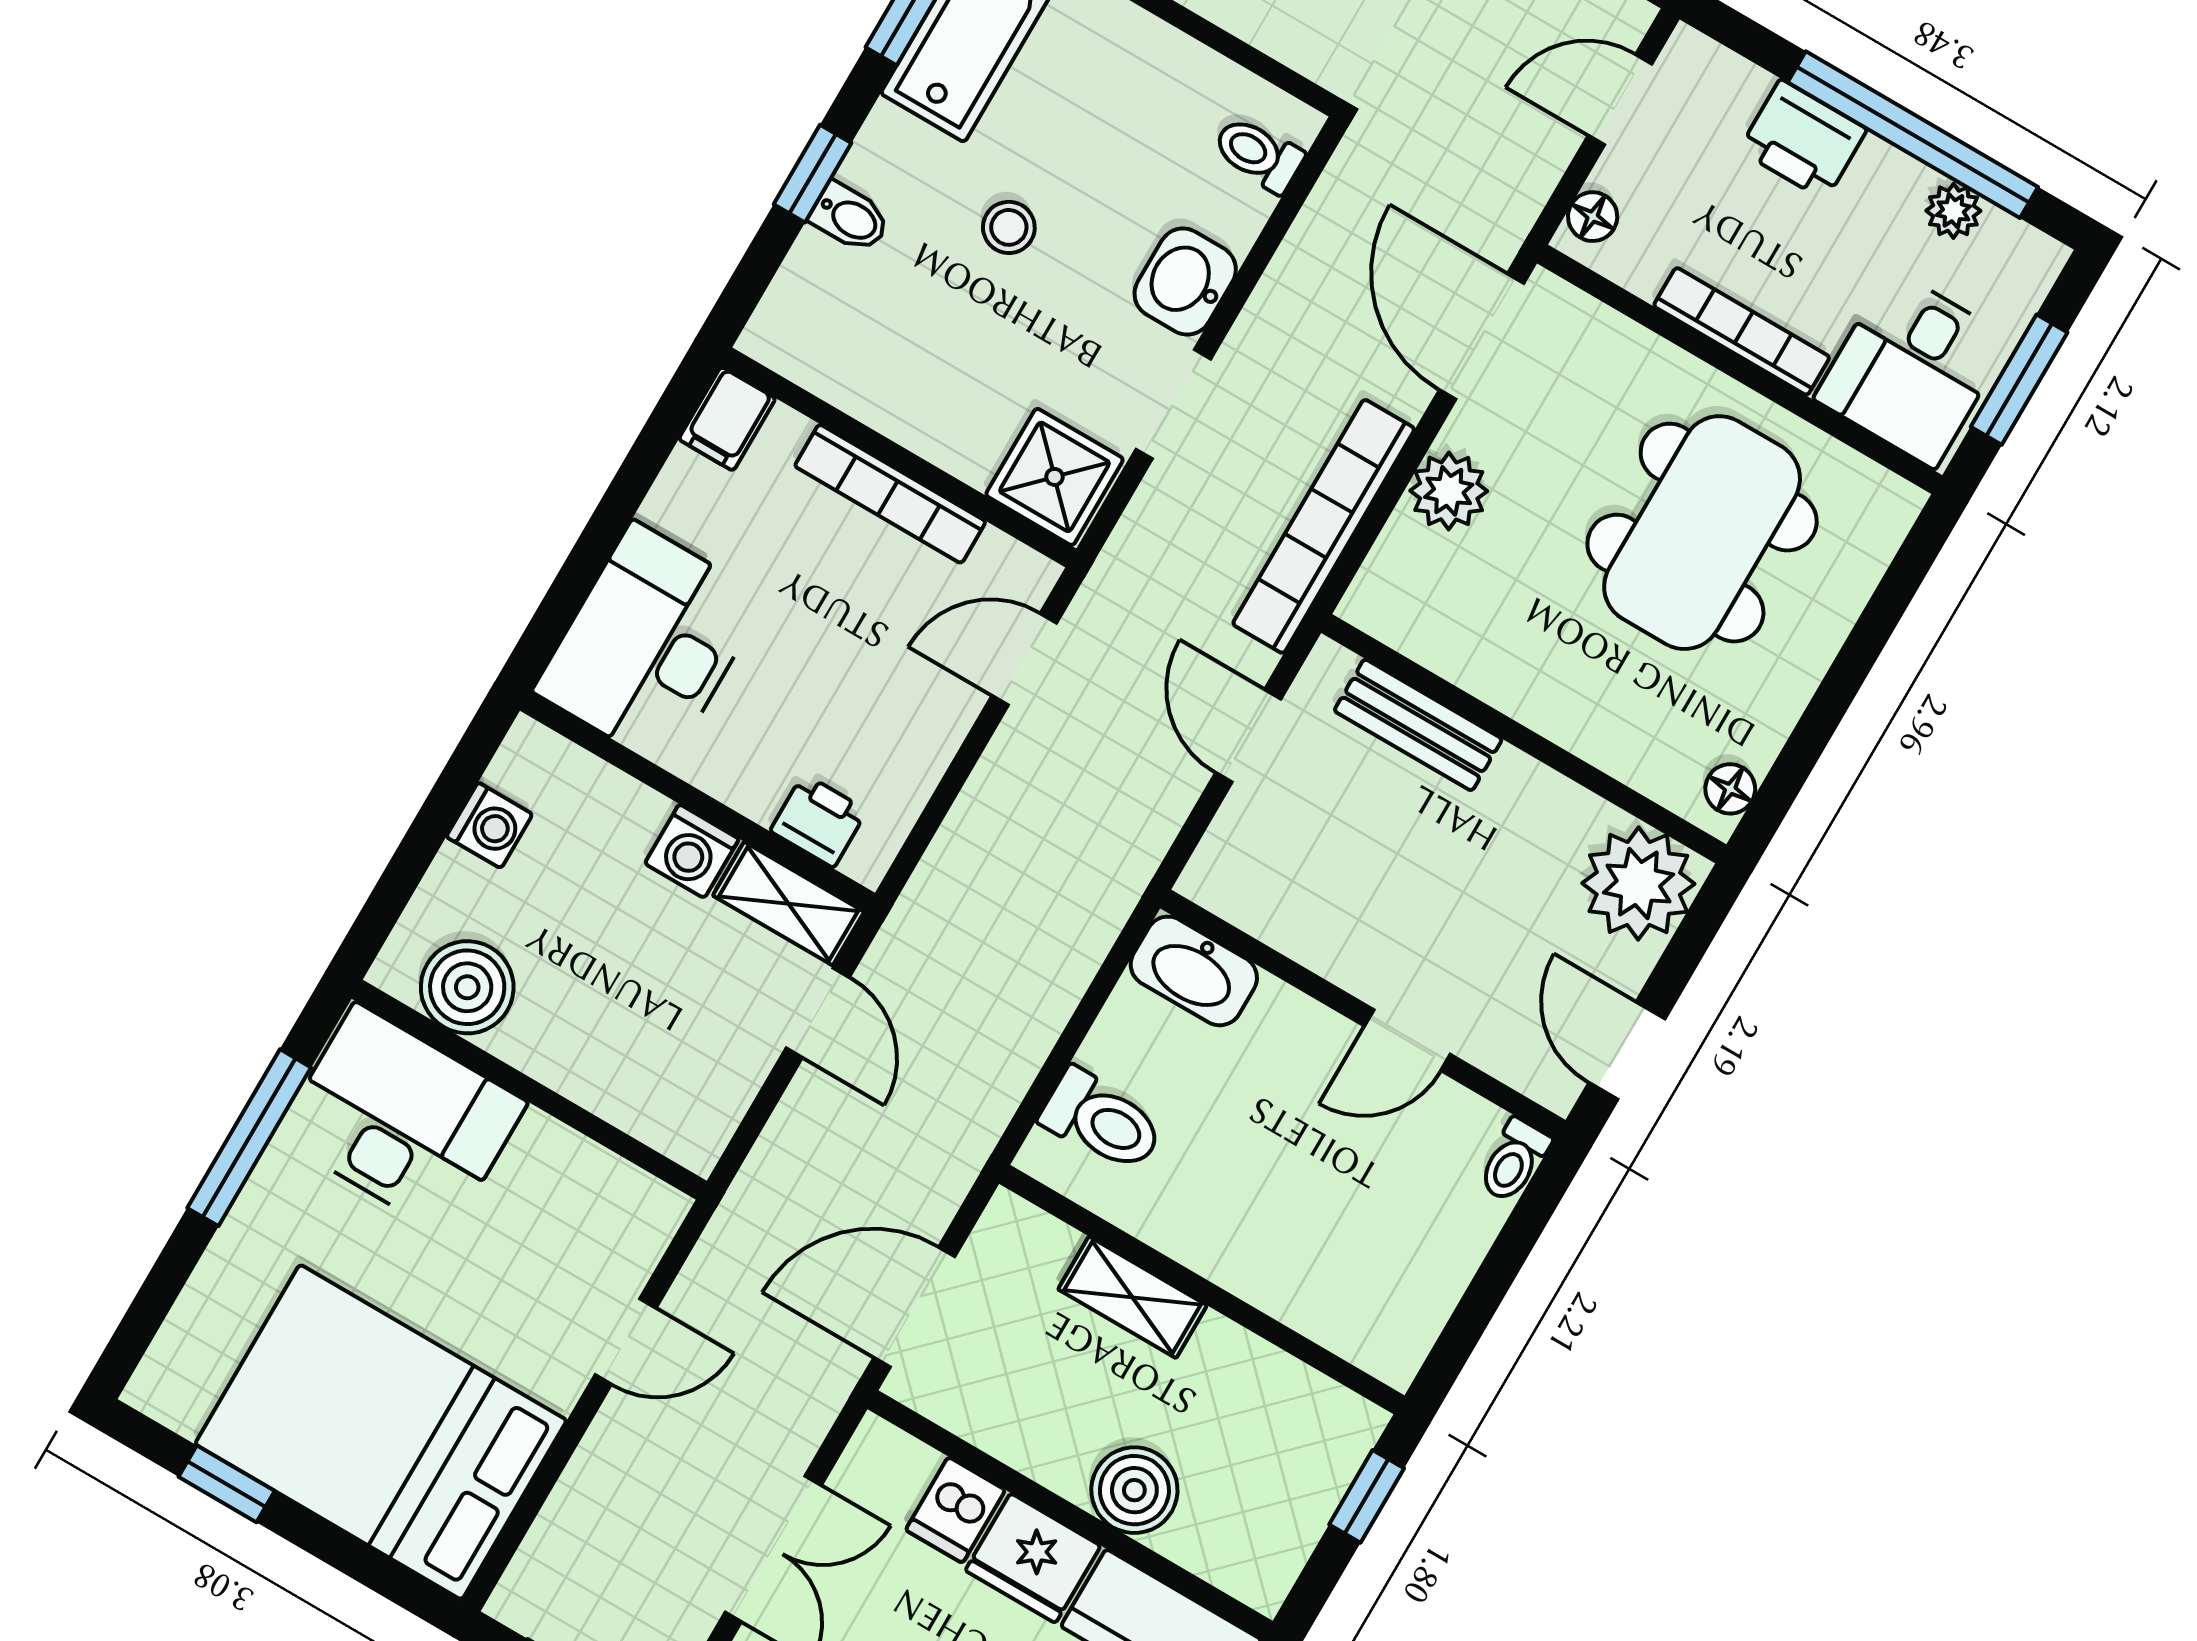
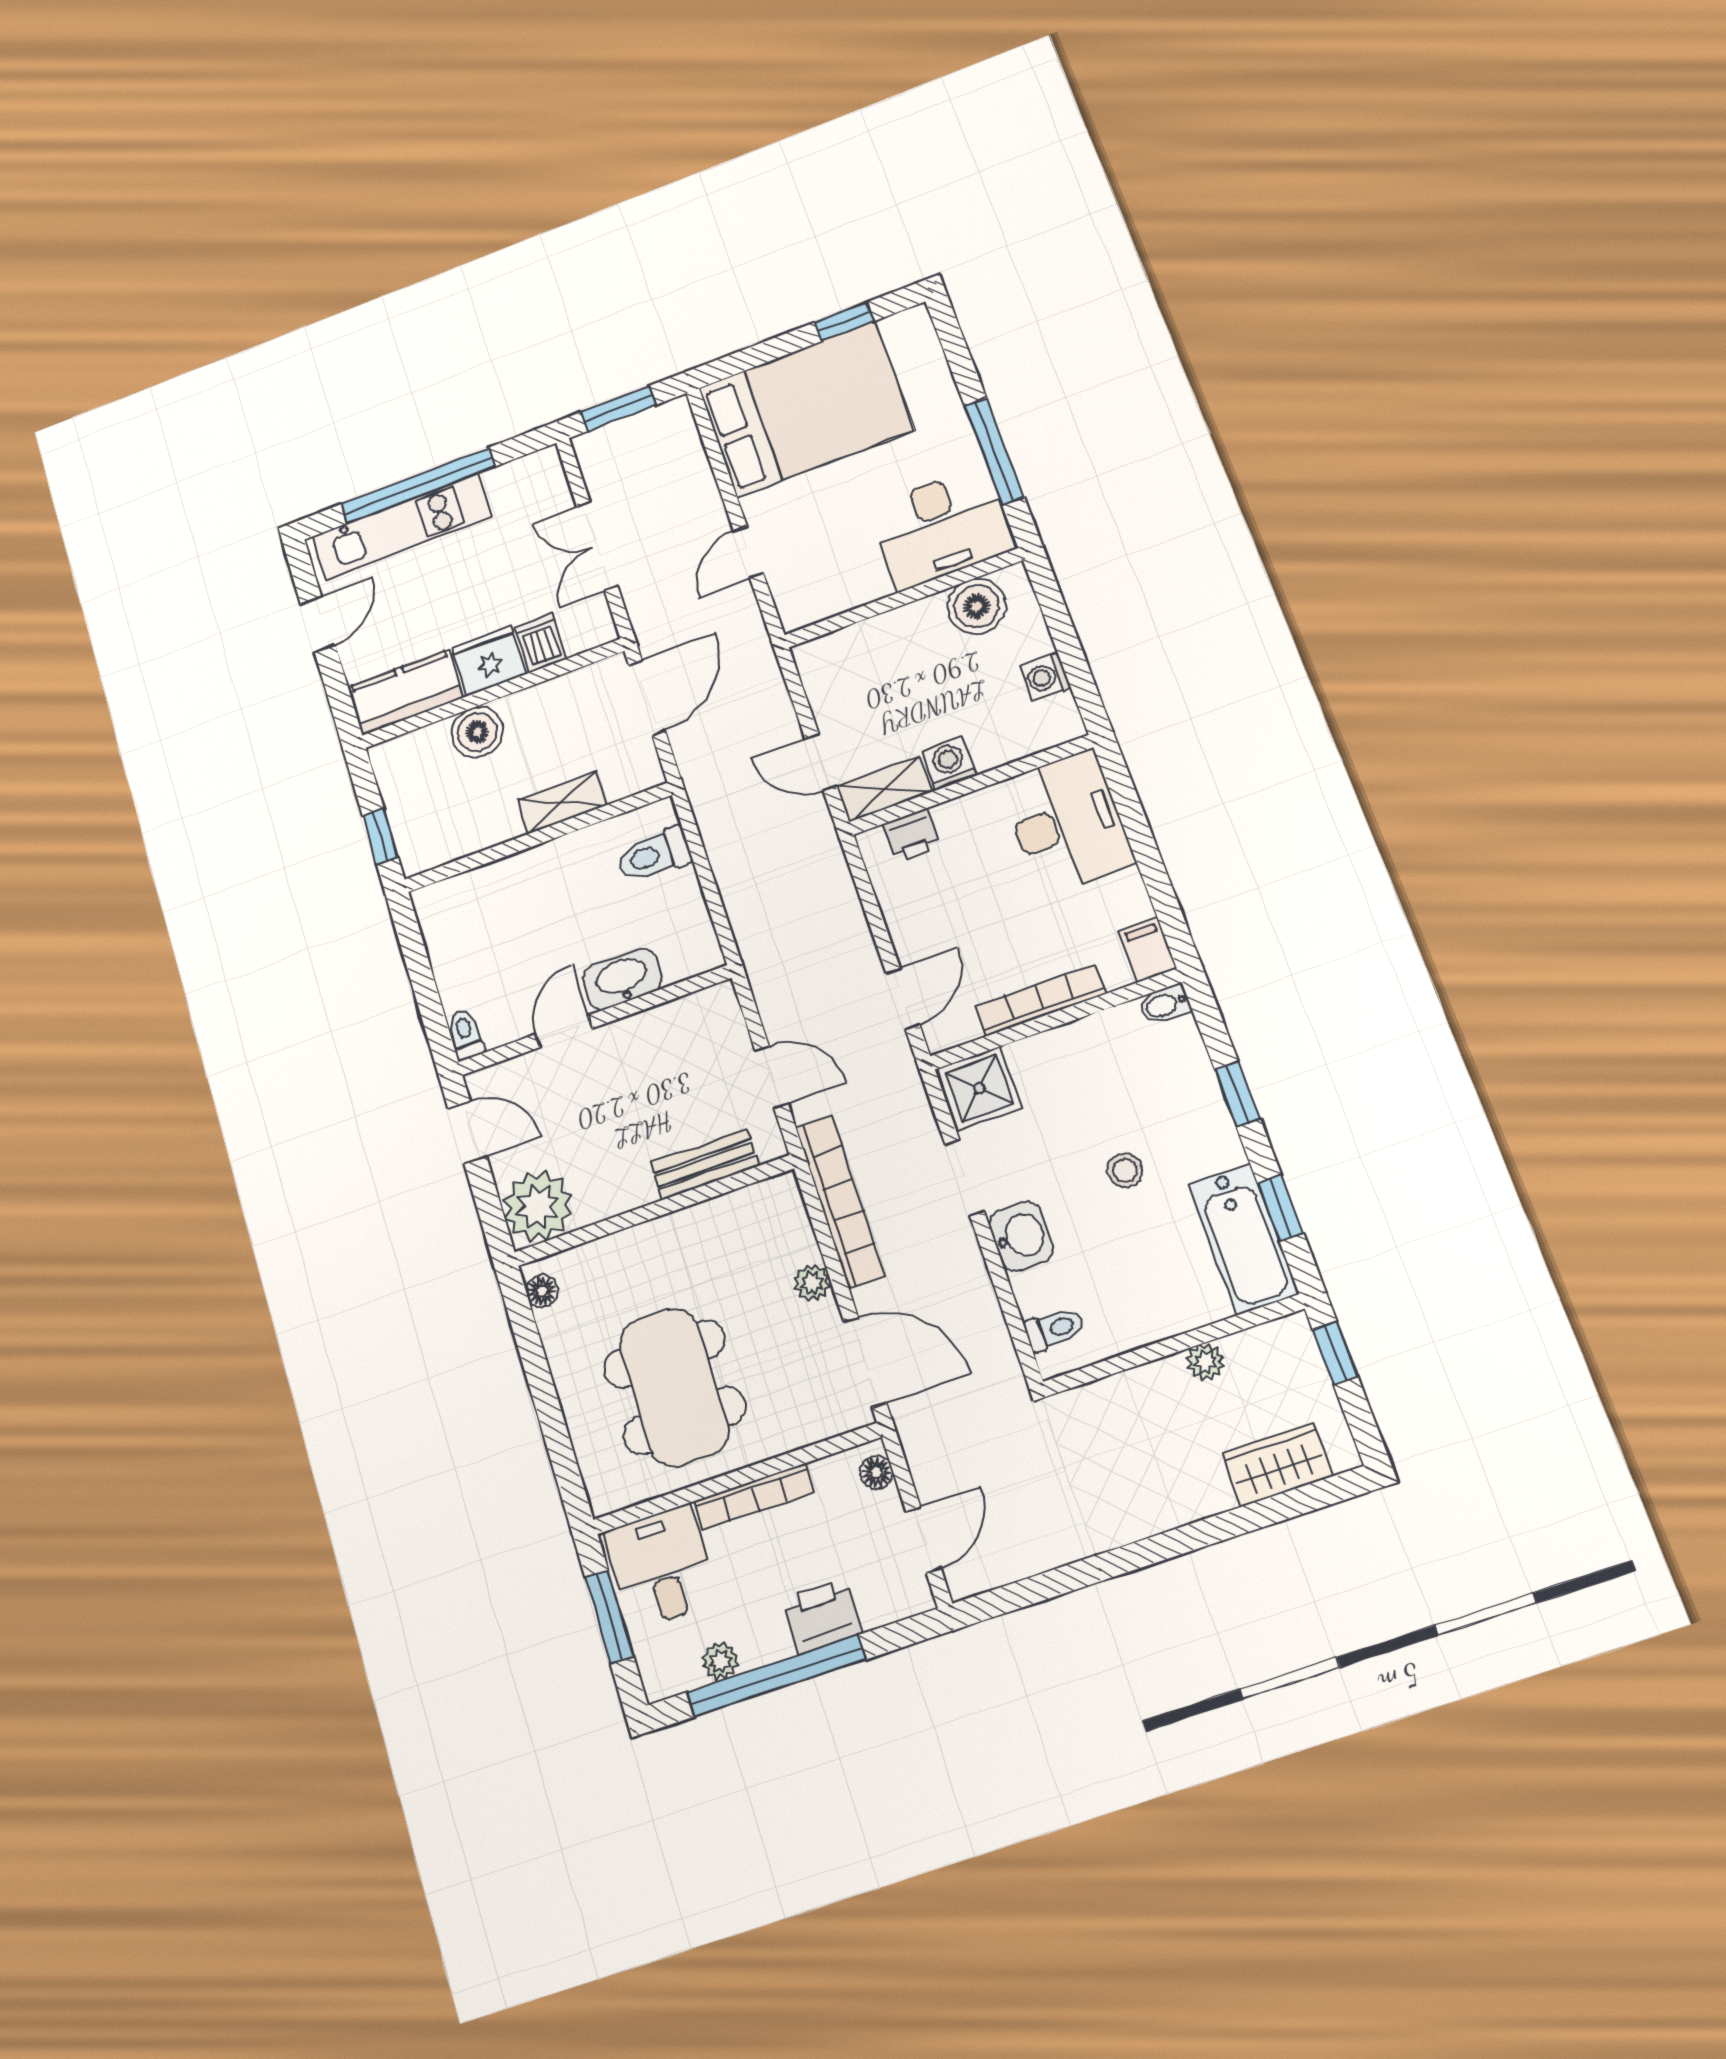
bidet: (850, 218) -> (1165, 1005), moved
plant: (1449, 491) -> (812, 1283), width x0.73, depth x0.73
washbasin: (1194, 971) -> (622, 979), moved

